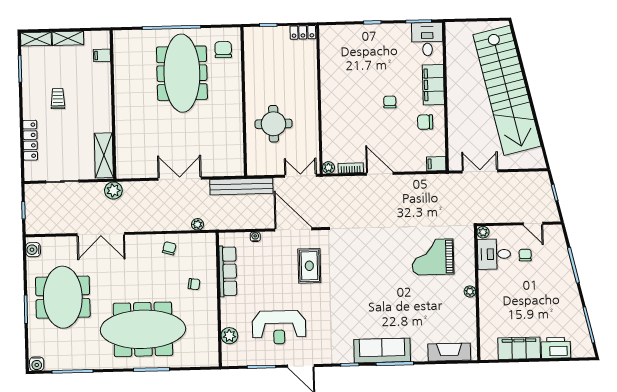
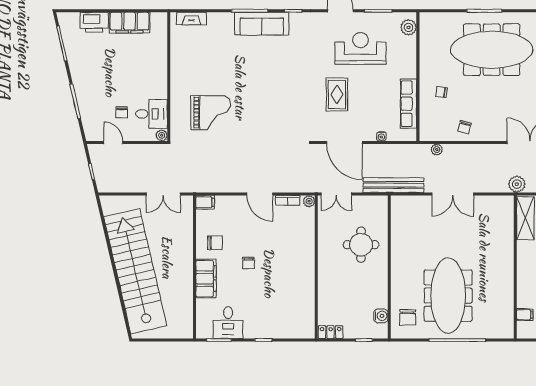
desk: (427, 39) -> (228, 323), moved
water cooler: (251, 50) -> (381, 316), added
rug: (309, 266) -> (337, 94), moved
plant: (470, 291) -> (176, 78), removed
plant: (229, 336) -> (409, 27), moved
fireplace: (449, 352) -> (192, 18), width x0.73, depth x0.76

